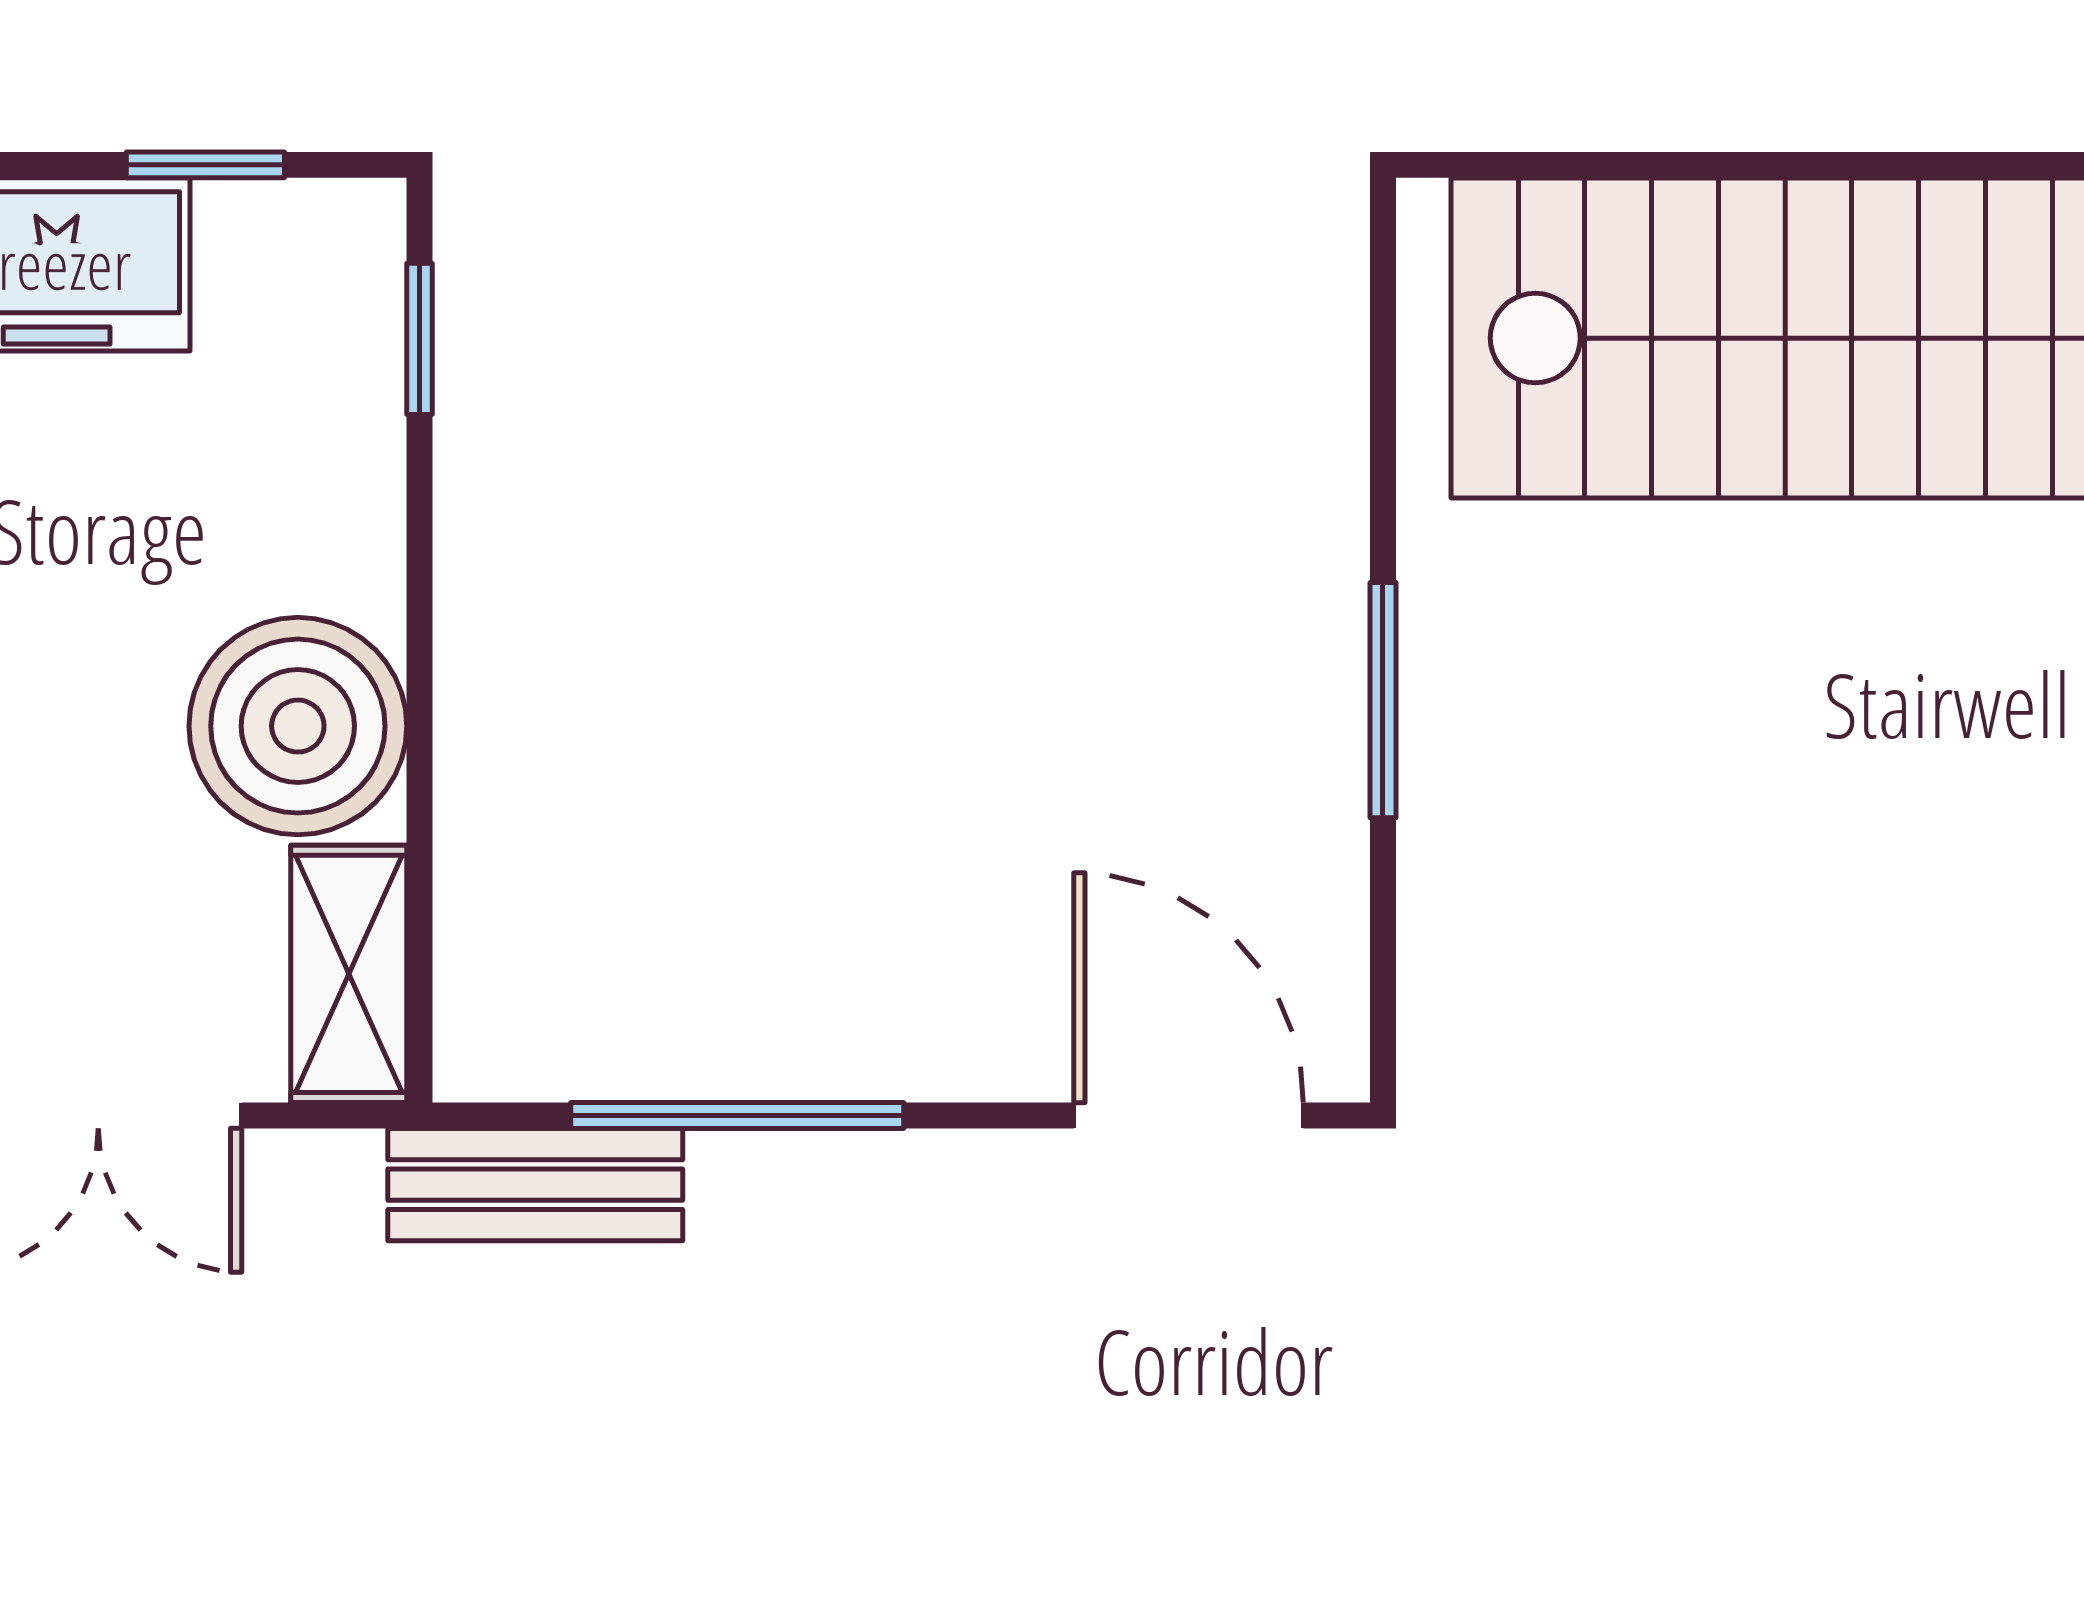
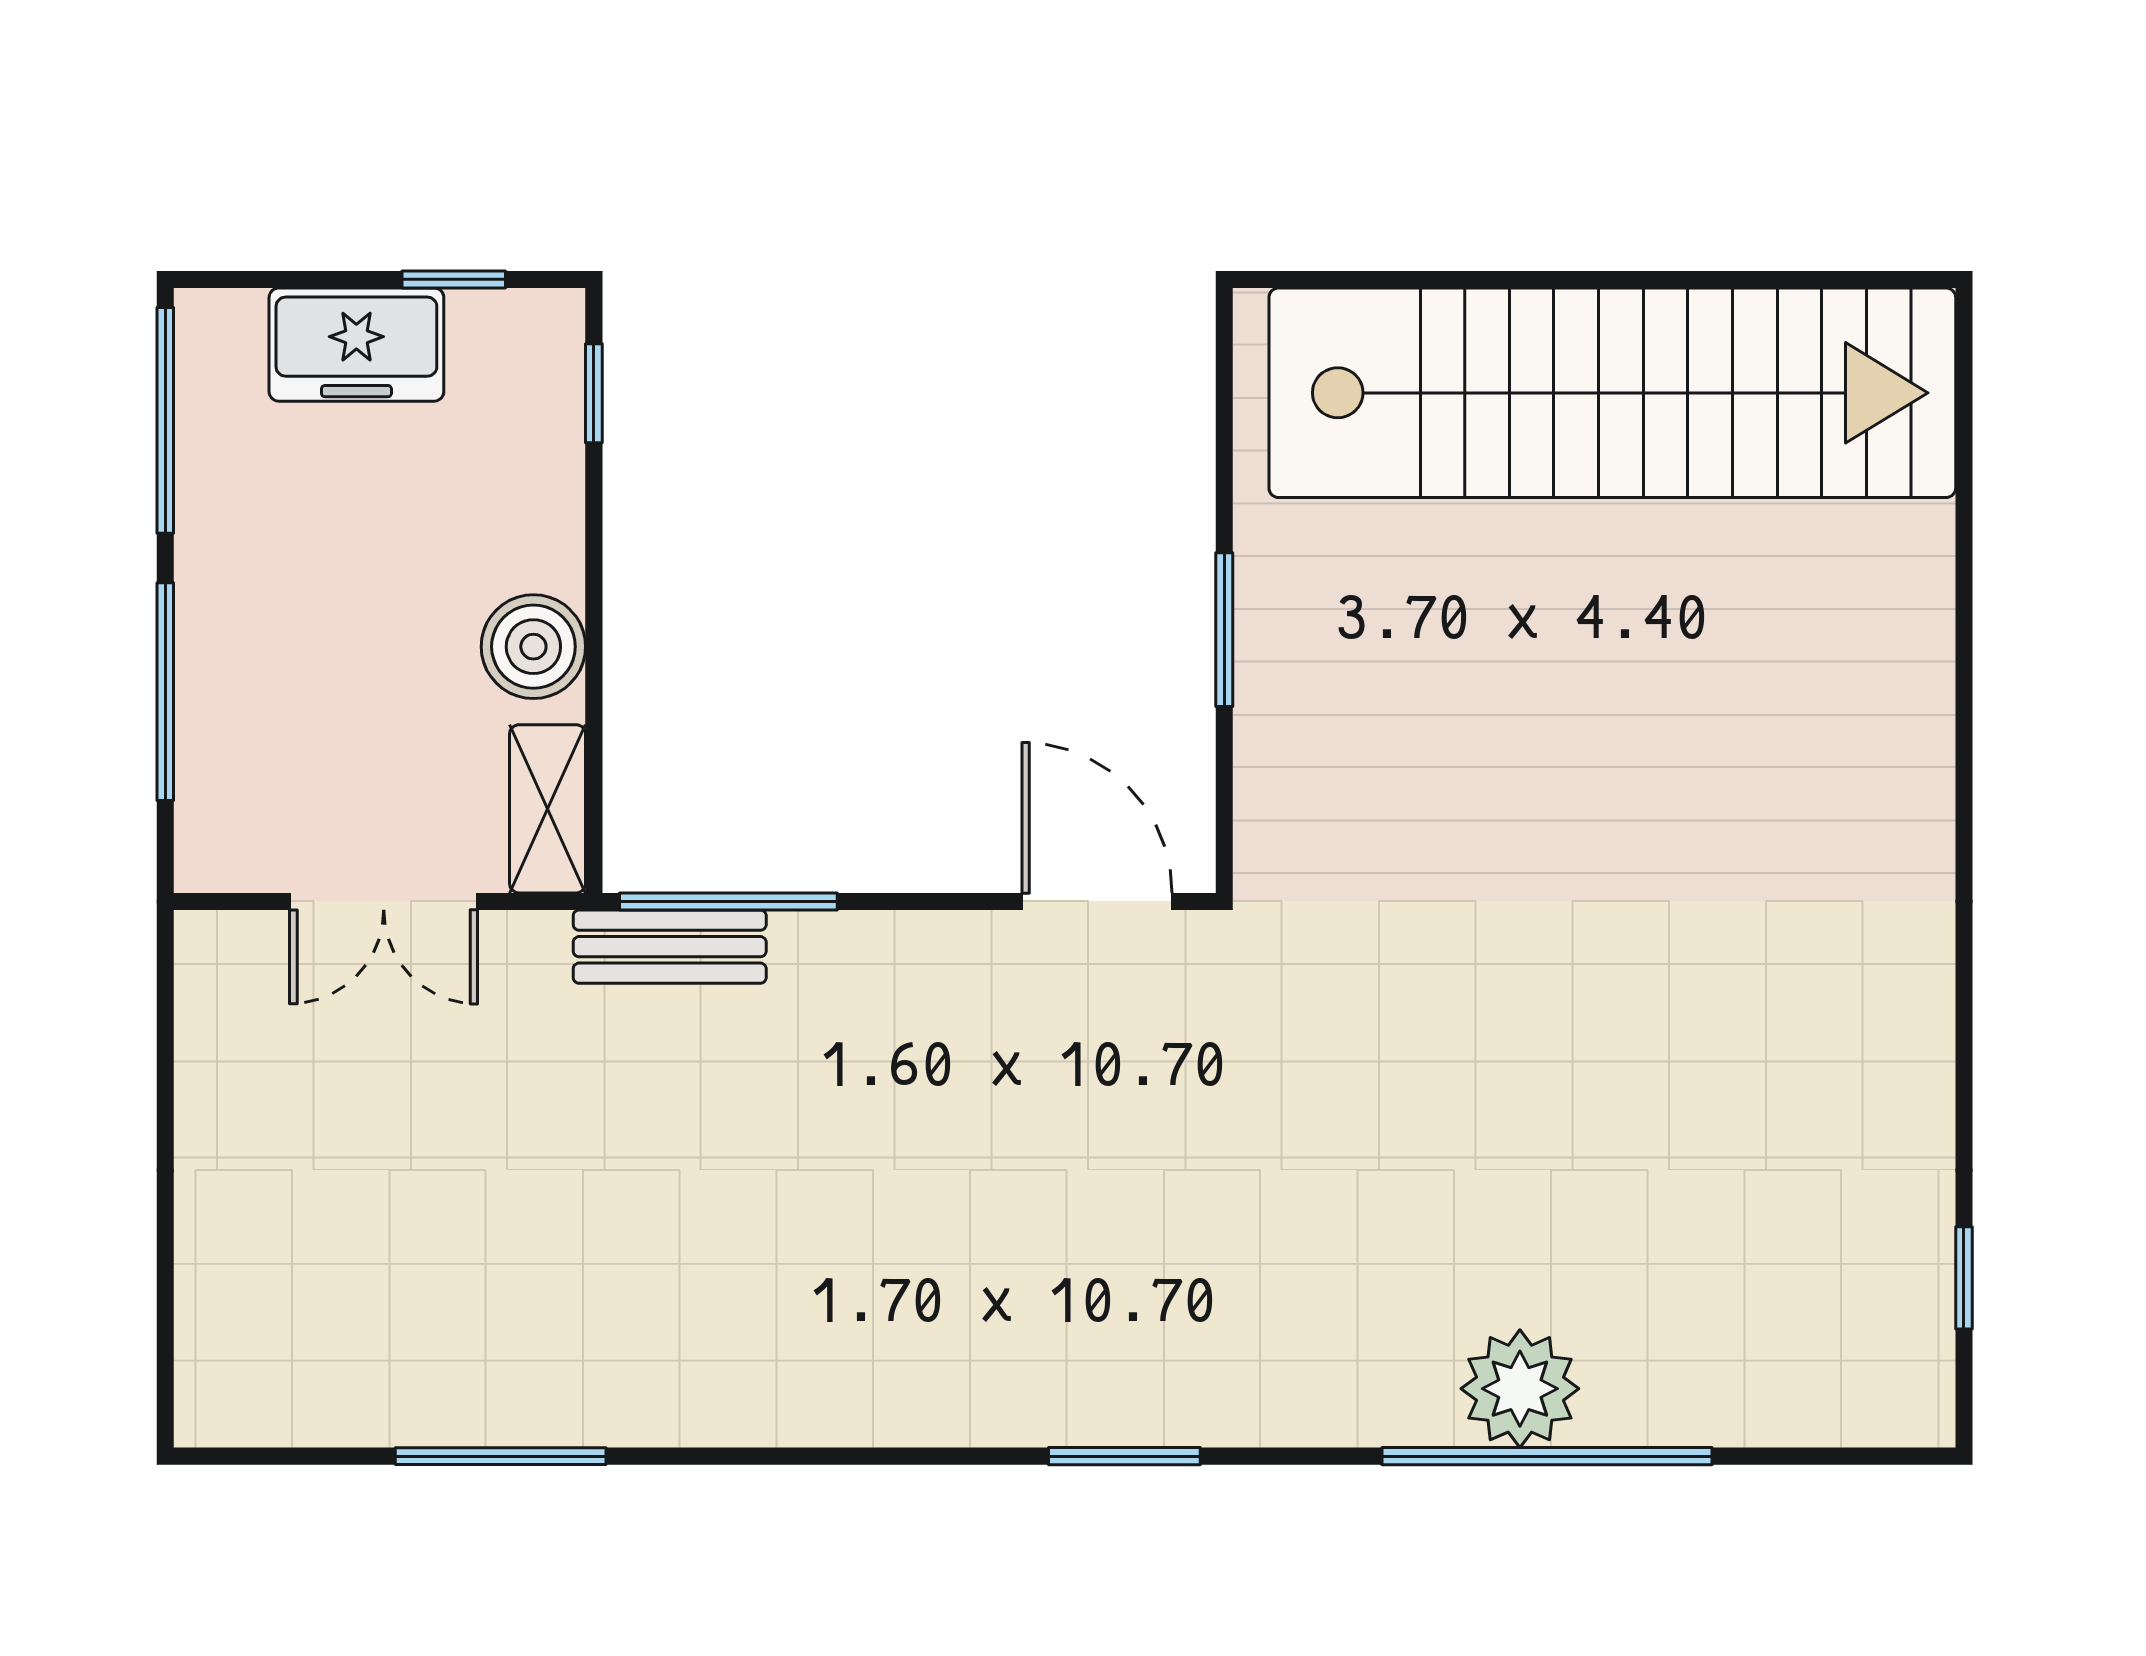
boiler: (298, 726) -> (533, 647), width x0.73, depth x0.73
window: (737, 1115) -> (728, 901), moved

